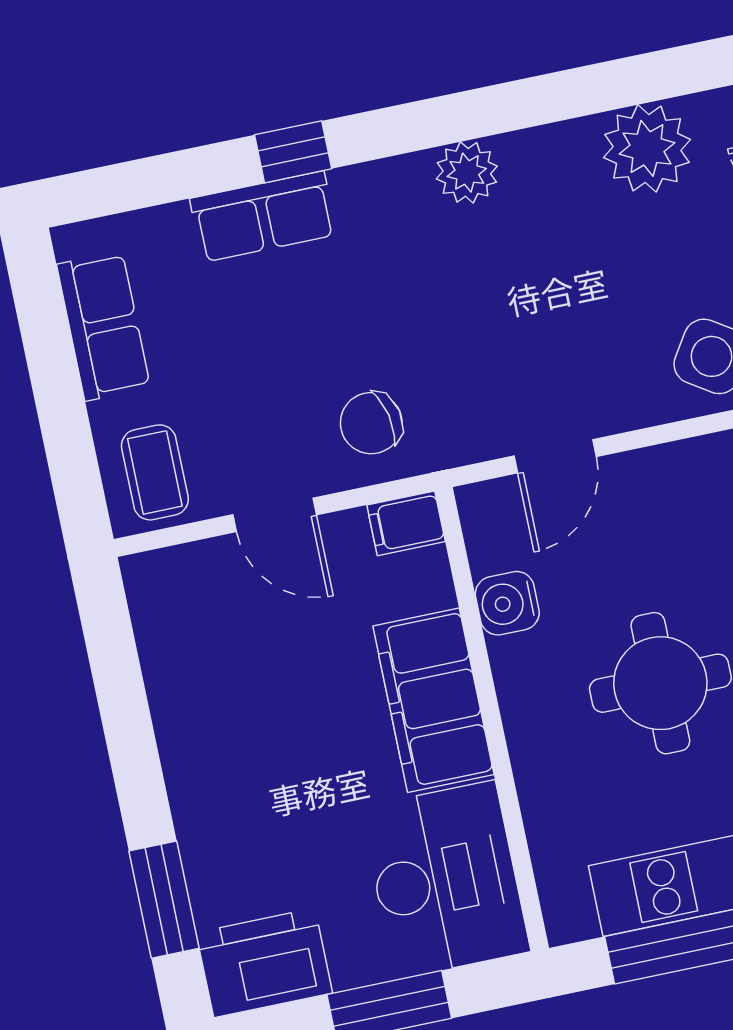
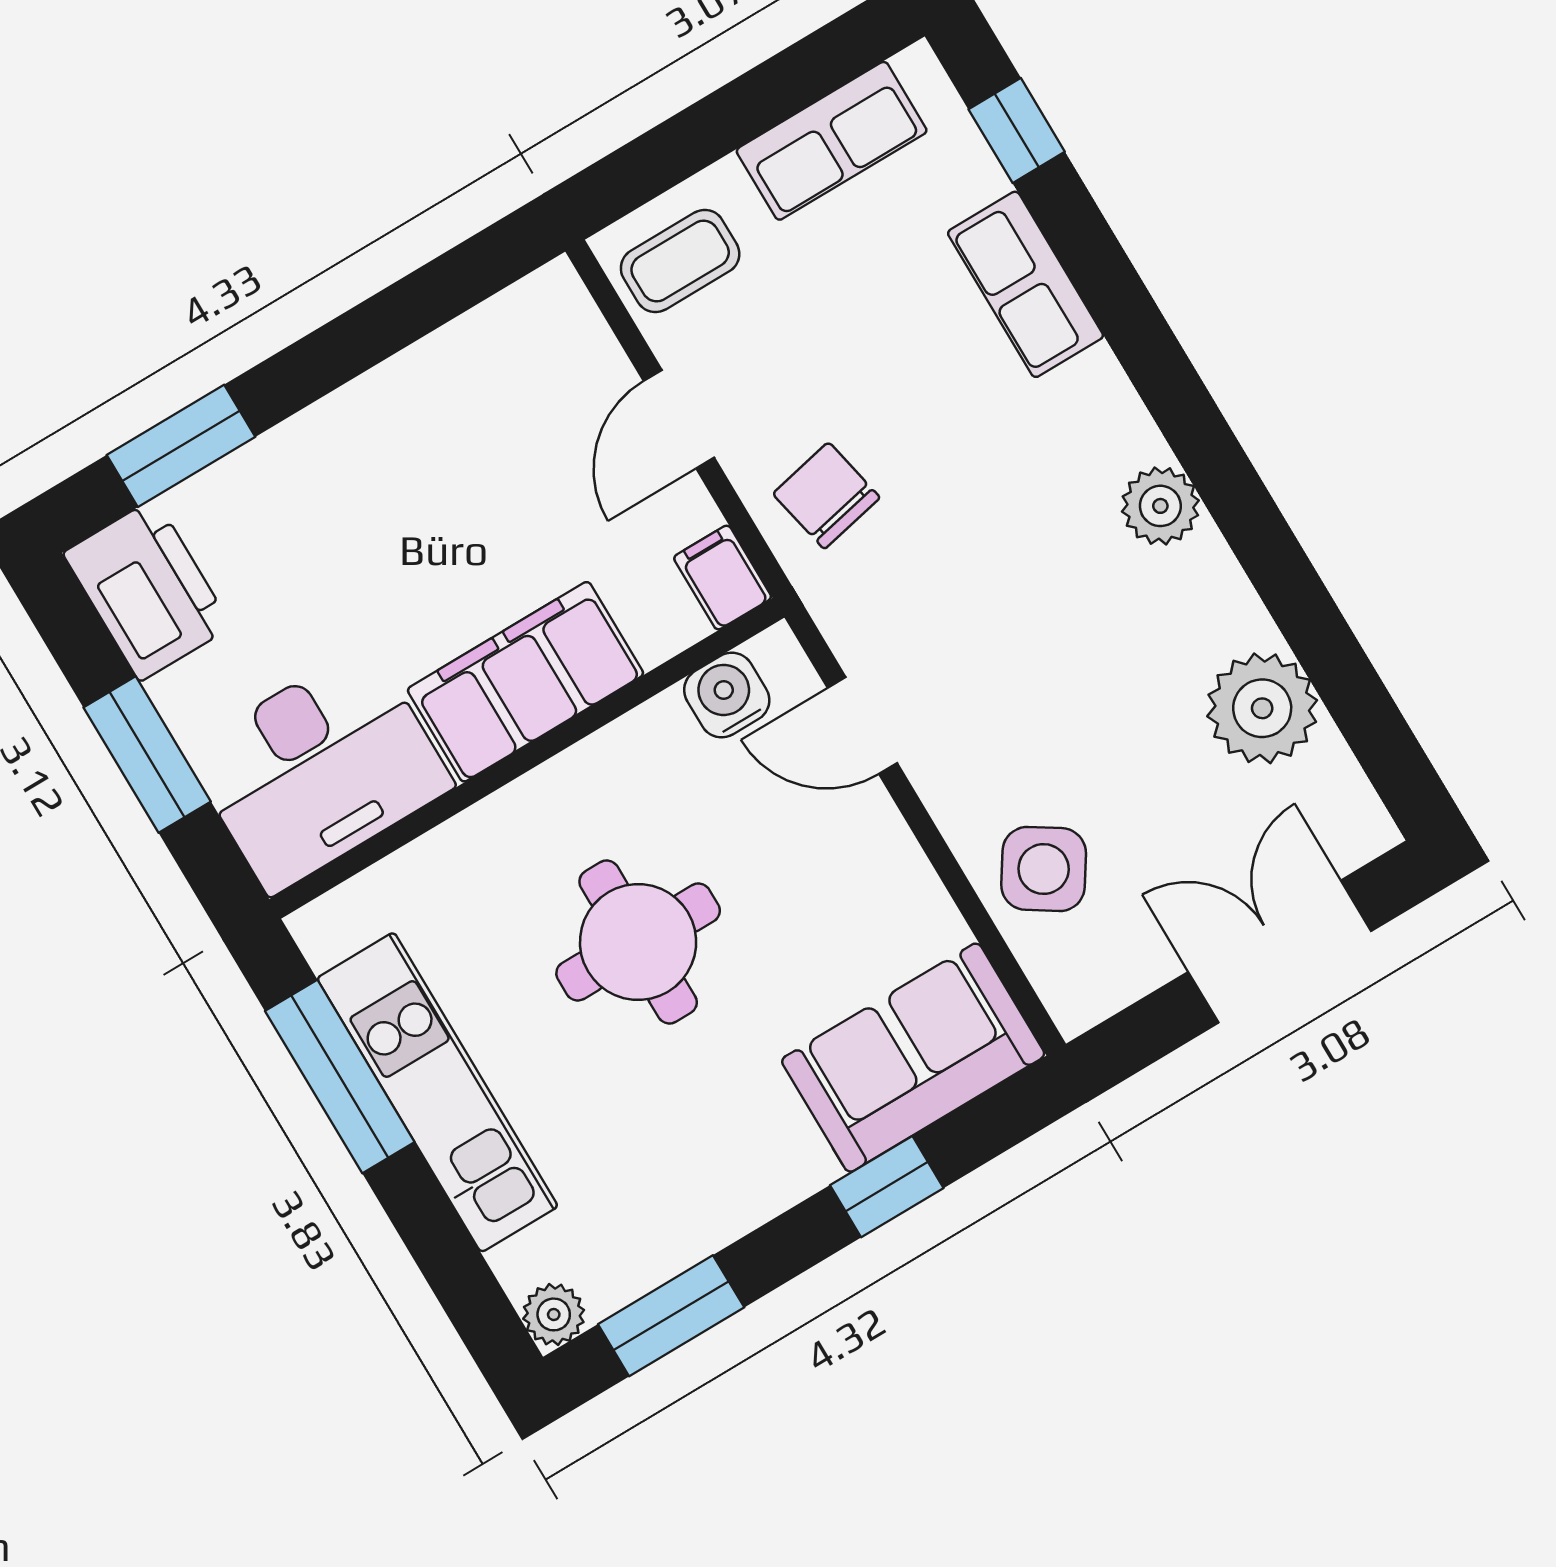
window: (293, 152) -> (1017, 130), moved
water cooler: (507, 603) -> (727, 695), moved

